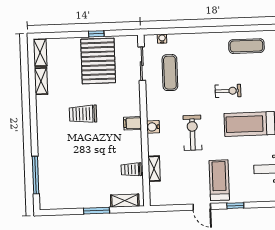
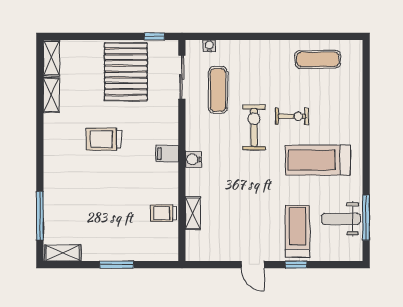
window: (96, 34) -> (154, 36), moved
exercise bike: (192, 133) -> (254, 127), moved
treadmill: (219, 180) -> (298, 231), moved
shelving: (125, 201) -> (63, 253), moved

